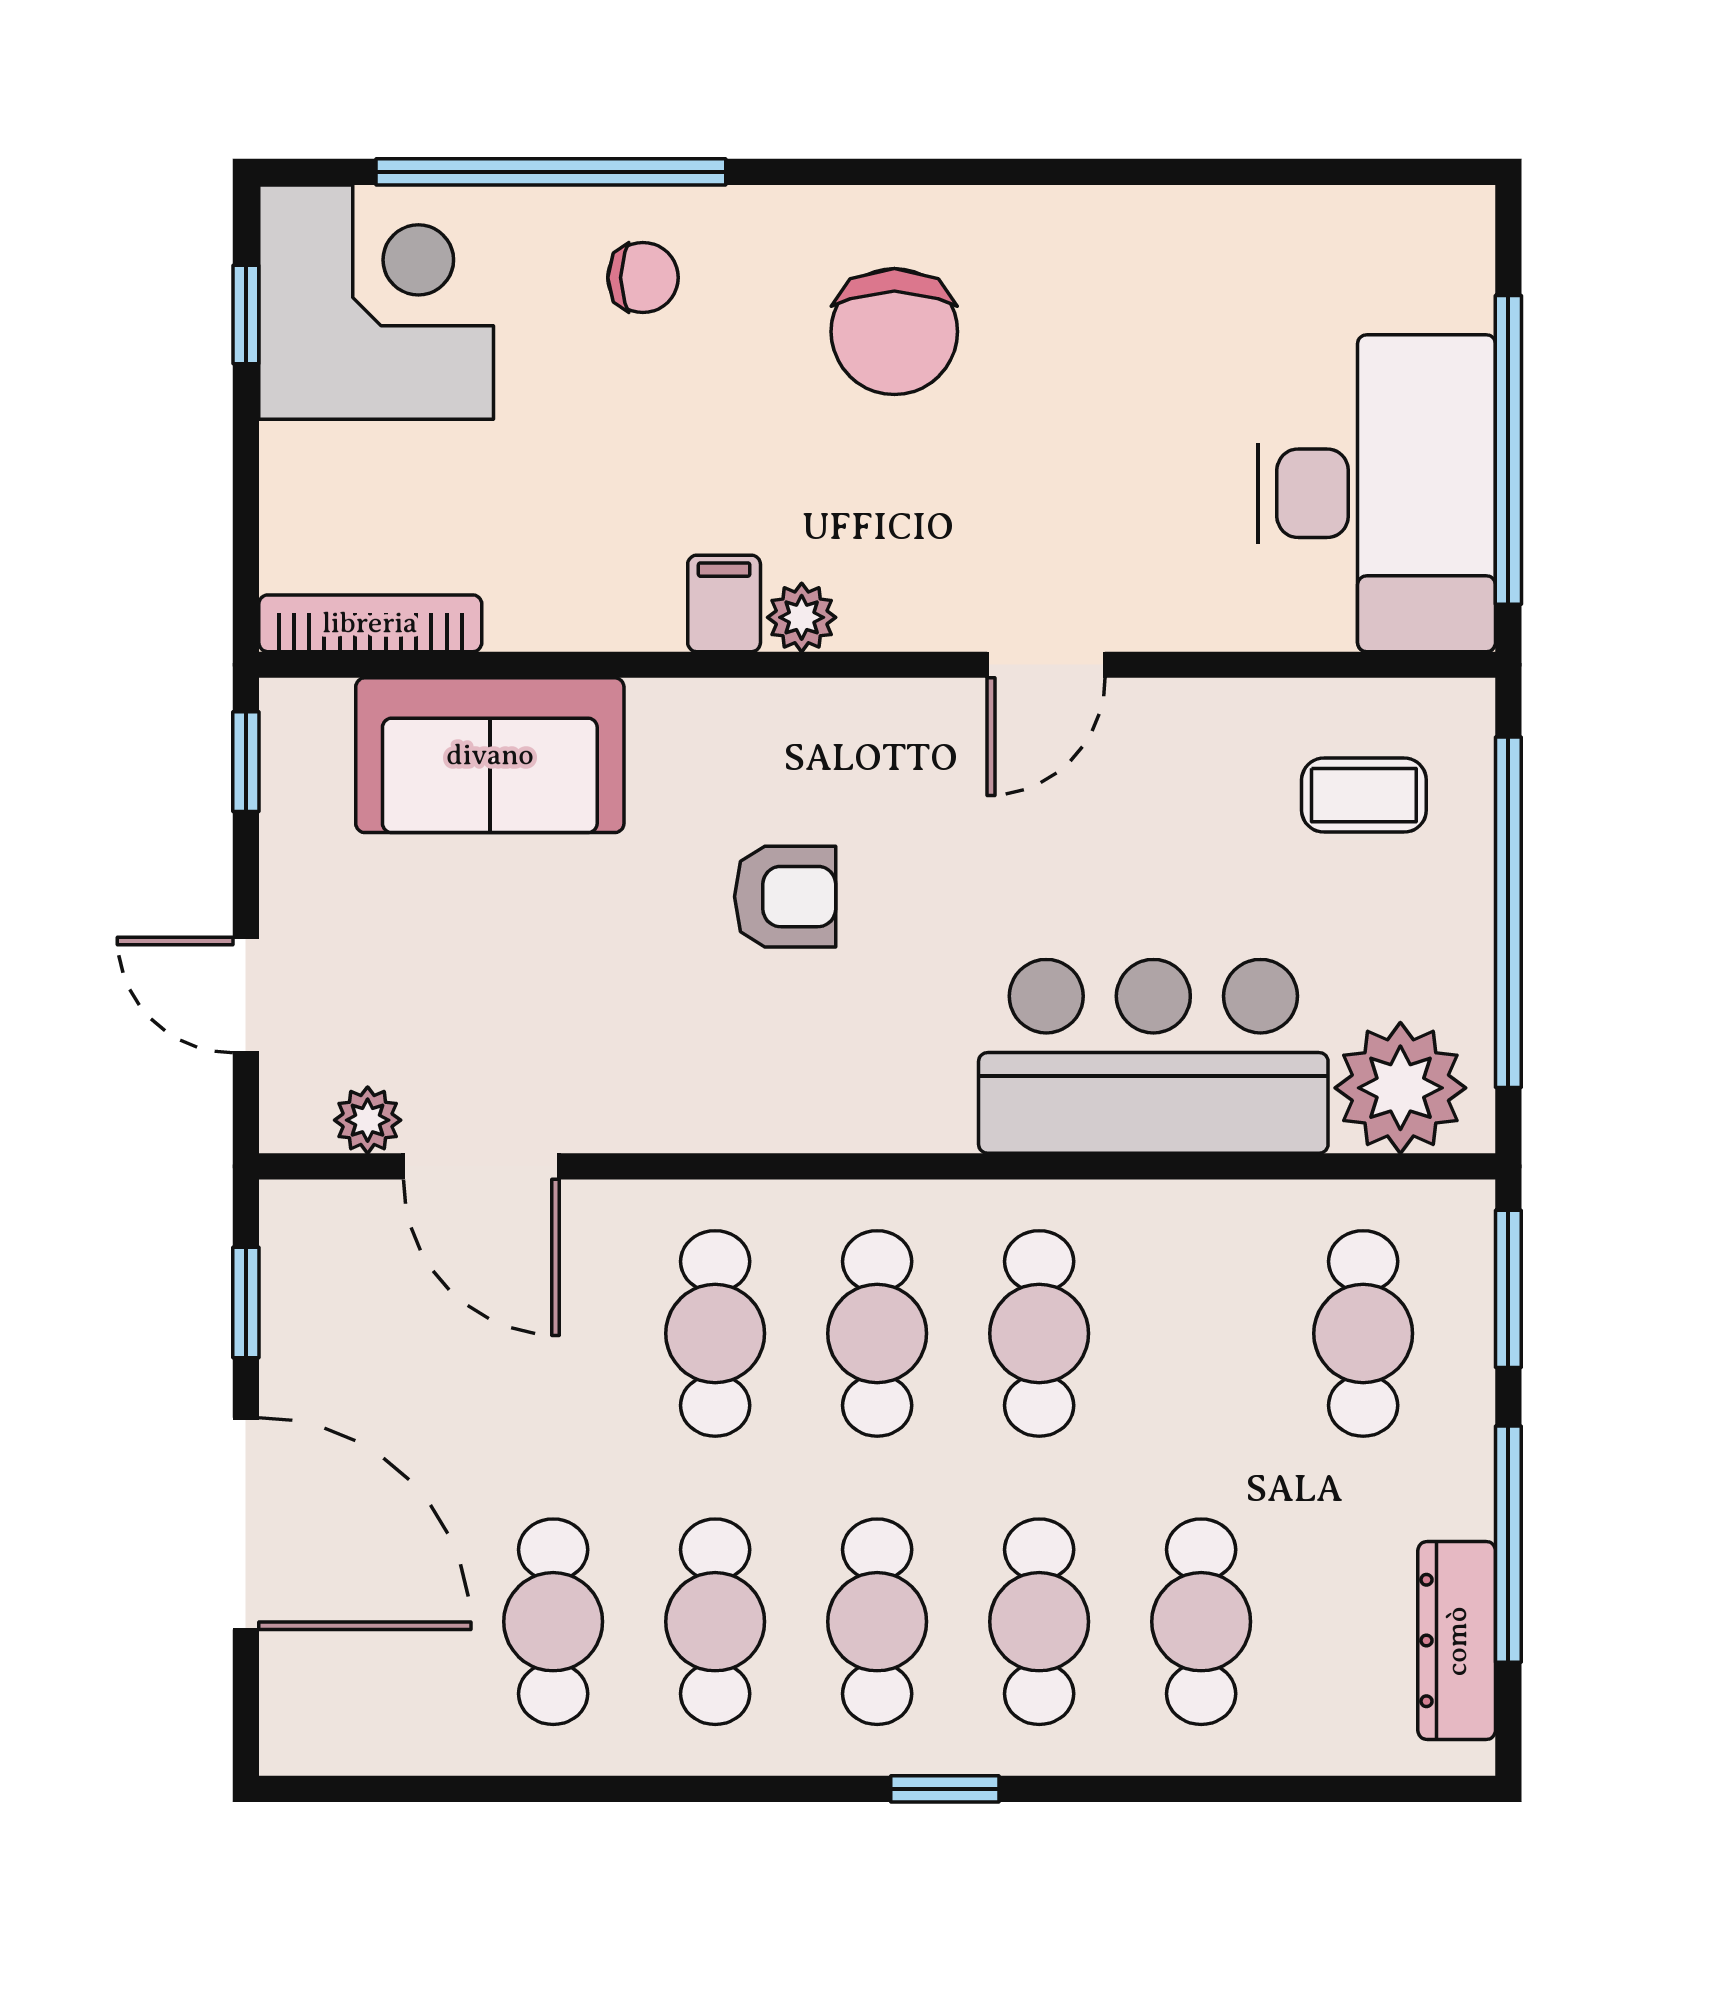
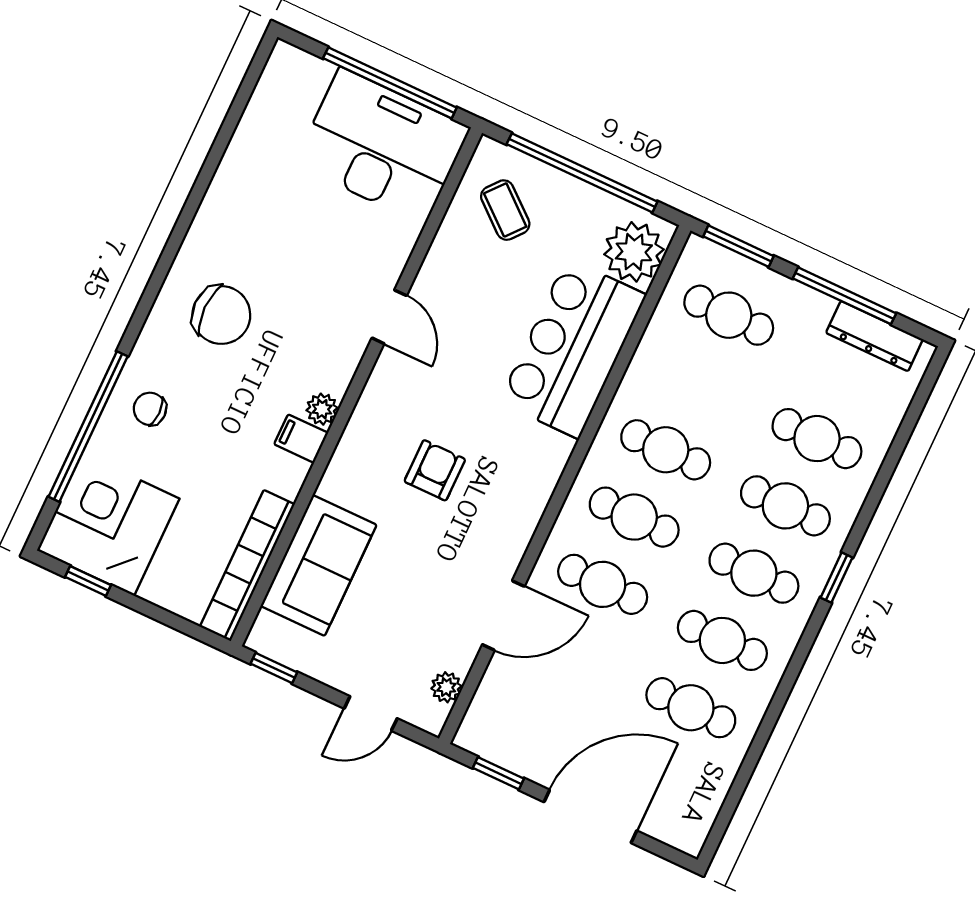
chair: (643, 278) -> (150, 409), turned -90
bookcase: (370, 623) -> (247, 565), width x1.48, depth x1.31
coffee table: (1364, 795) -> (505, 210), turned -50
door: (481, 1166) -> (503, 615), moved

